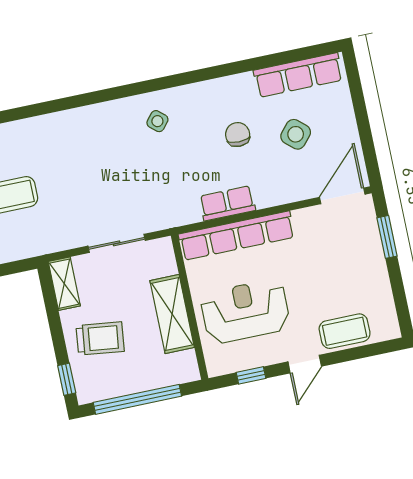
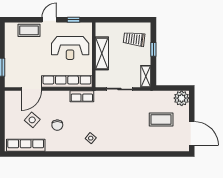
door: (342, 196) -> (31, 89), moved
row of seats: (227, 203) -> (82, 96), moved
trolley: (100, 338) -> (134, 39), moved
window: (67, 379) -> (153, 49), moved
window: (137, 399) -> (125, 20), removed

